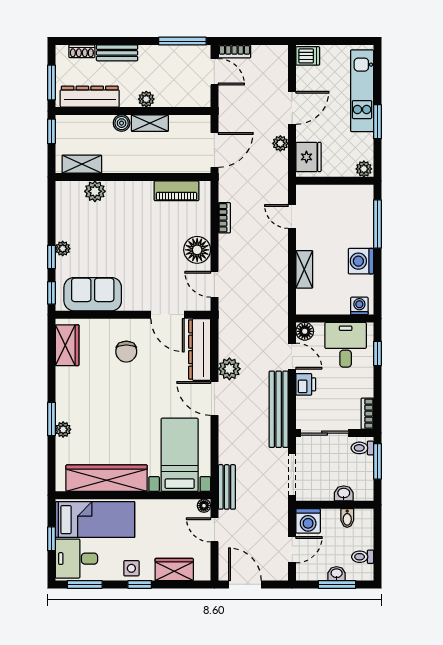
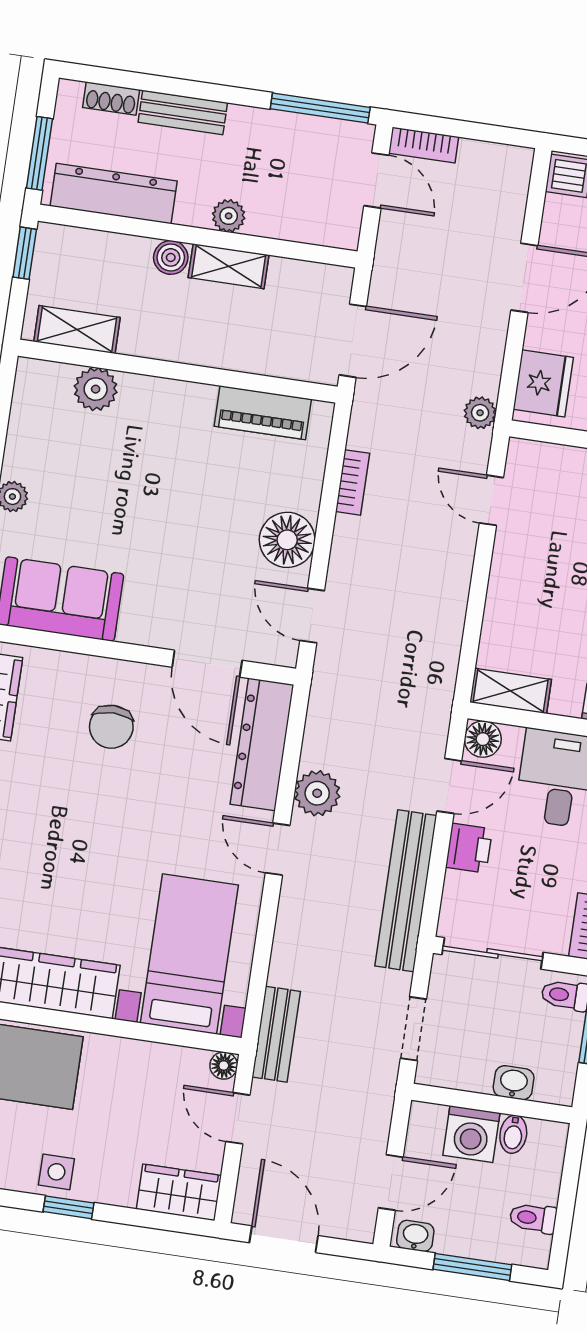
plant: (280, 143) -> (480, 413), moved
shelving: (304, 269) -> (511, 691), moved, turned 90
door: (292, 356) -> (449, 786), hinge flipped
door: (214, 398) -> (278, 849), width x0.73
doorway: (292, 475) -> (413, 1029), width x0.73
washing machine: (308, 521) -> (471, 1134), moved
wardrobe: (174, 569) -> (179, 1192), moved
washbasin: (337, 574) -> (415, 1236), moved

